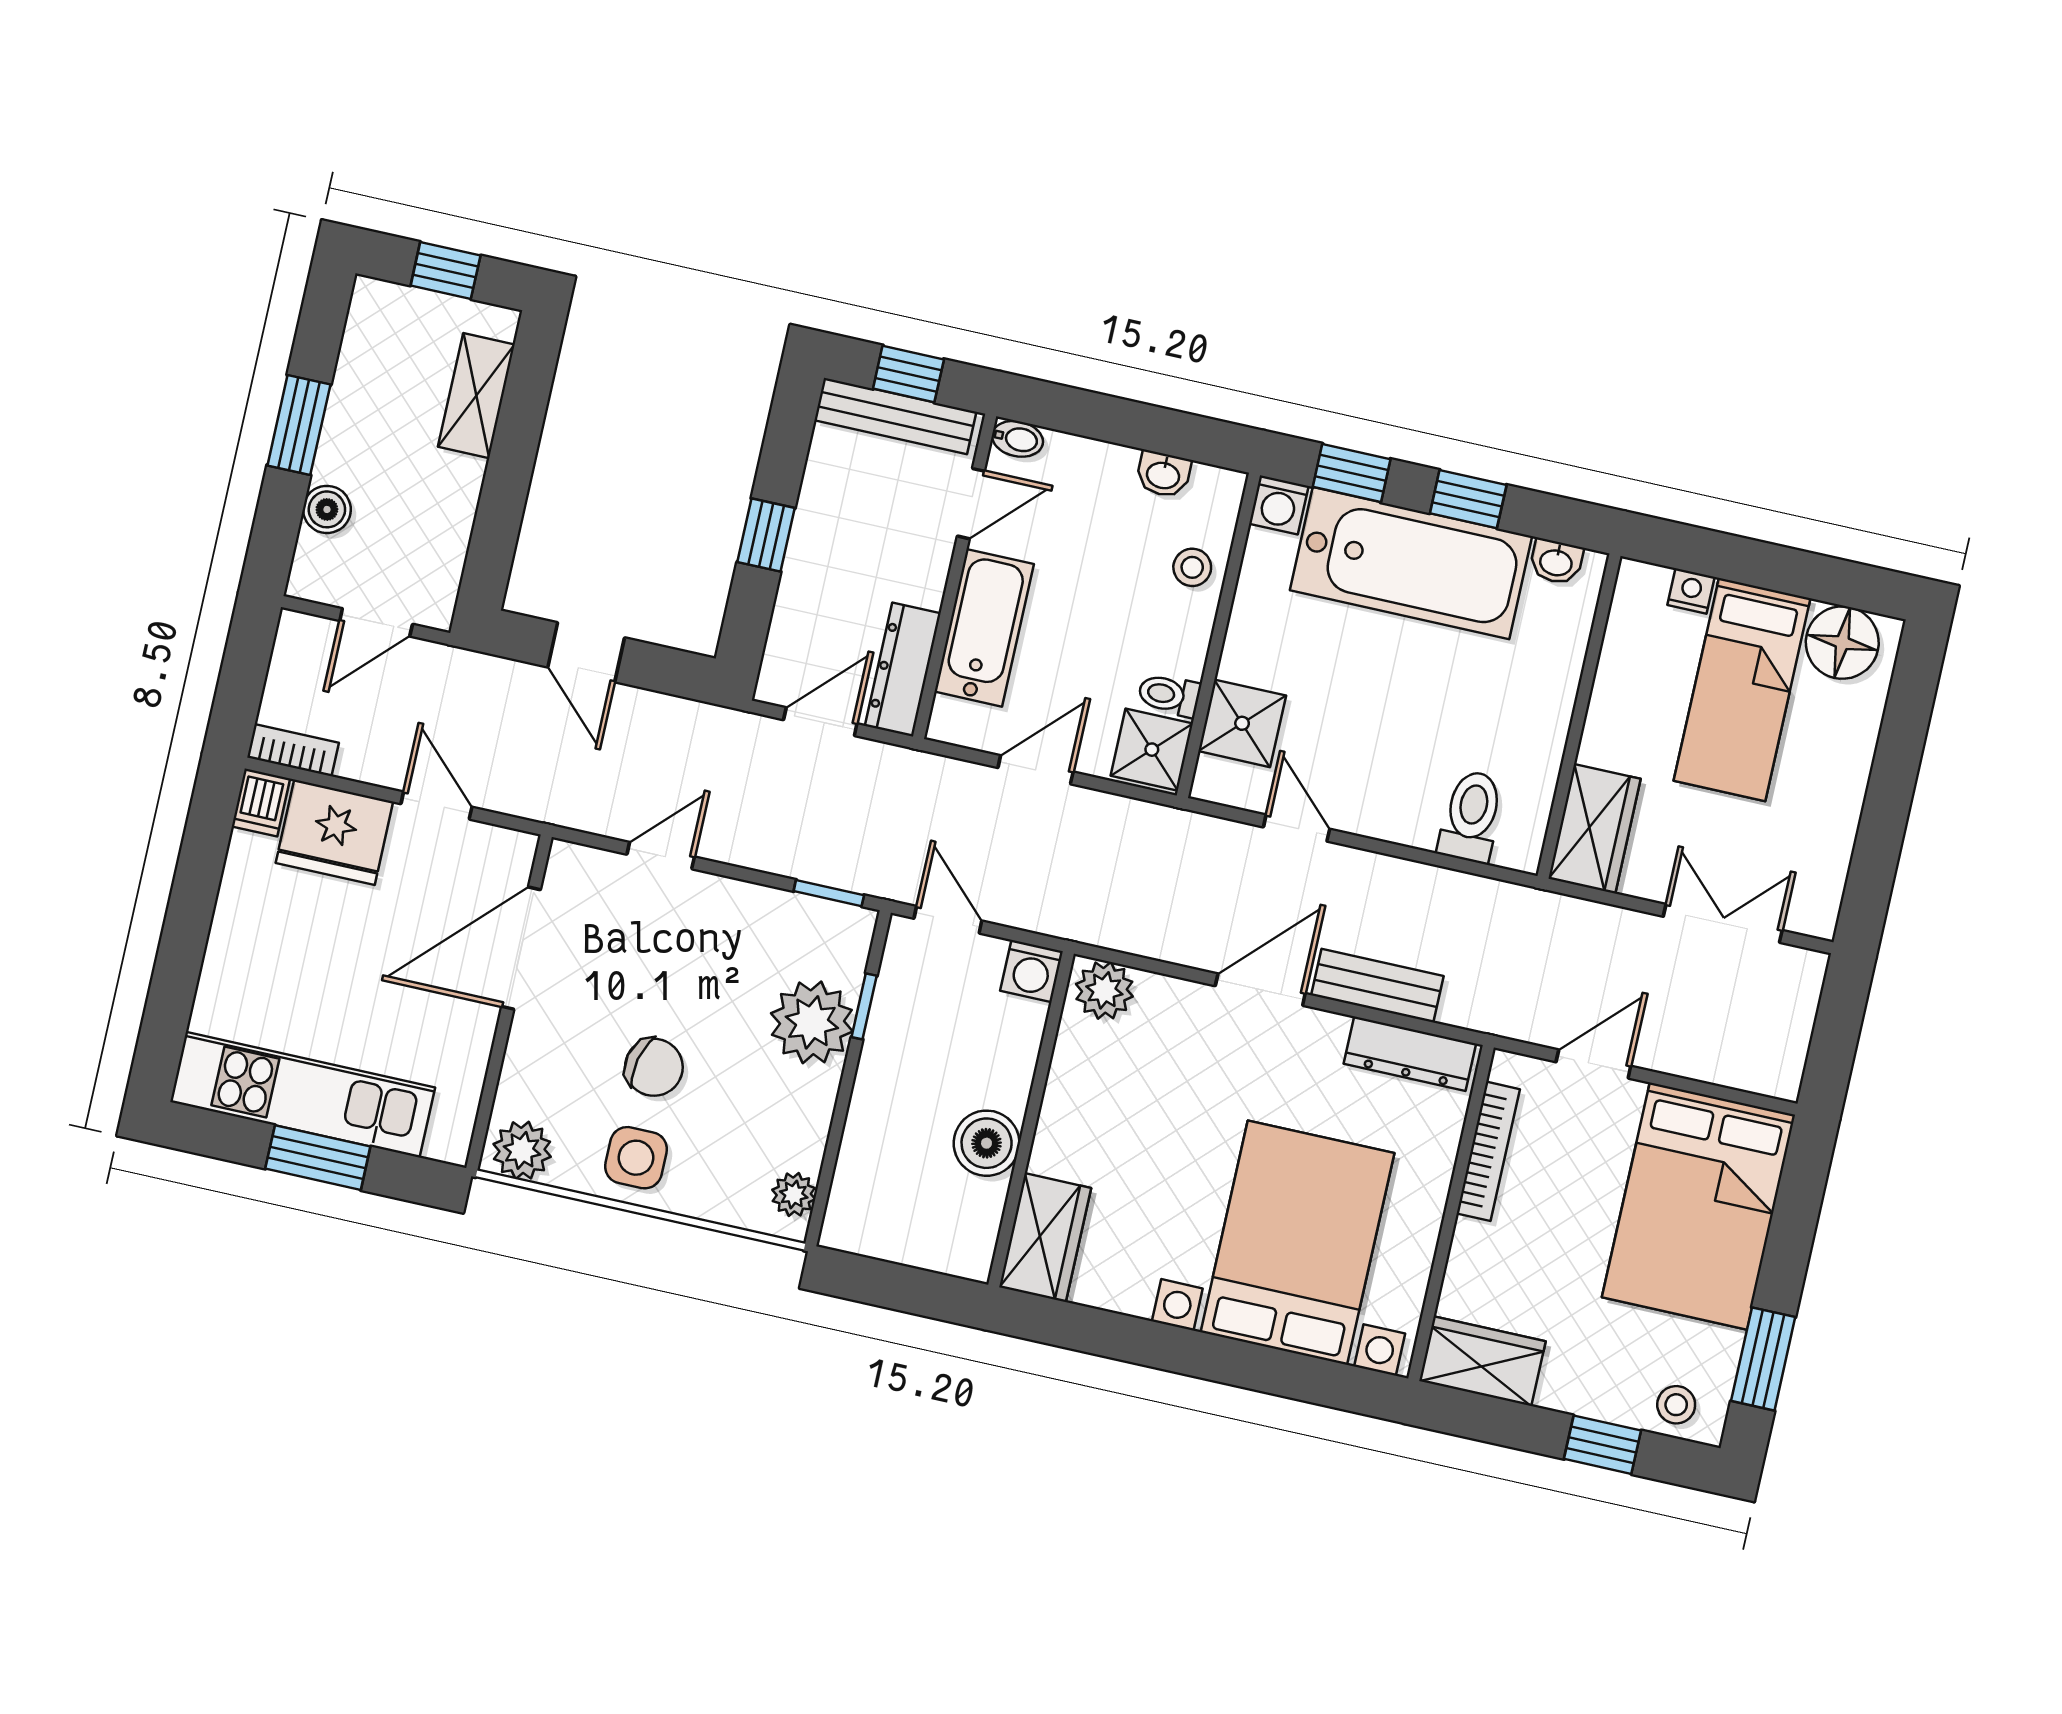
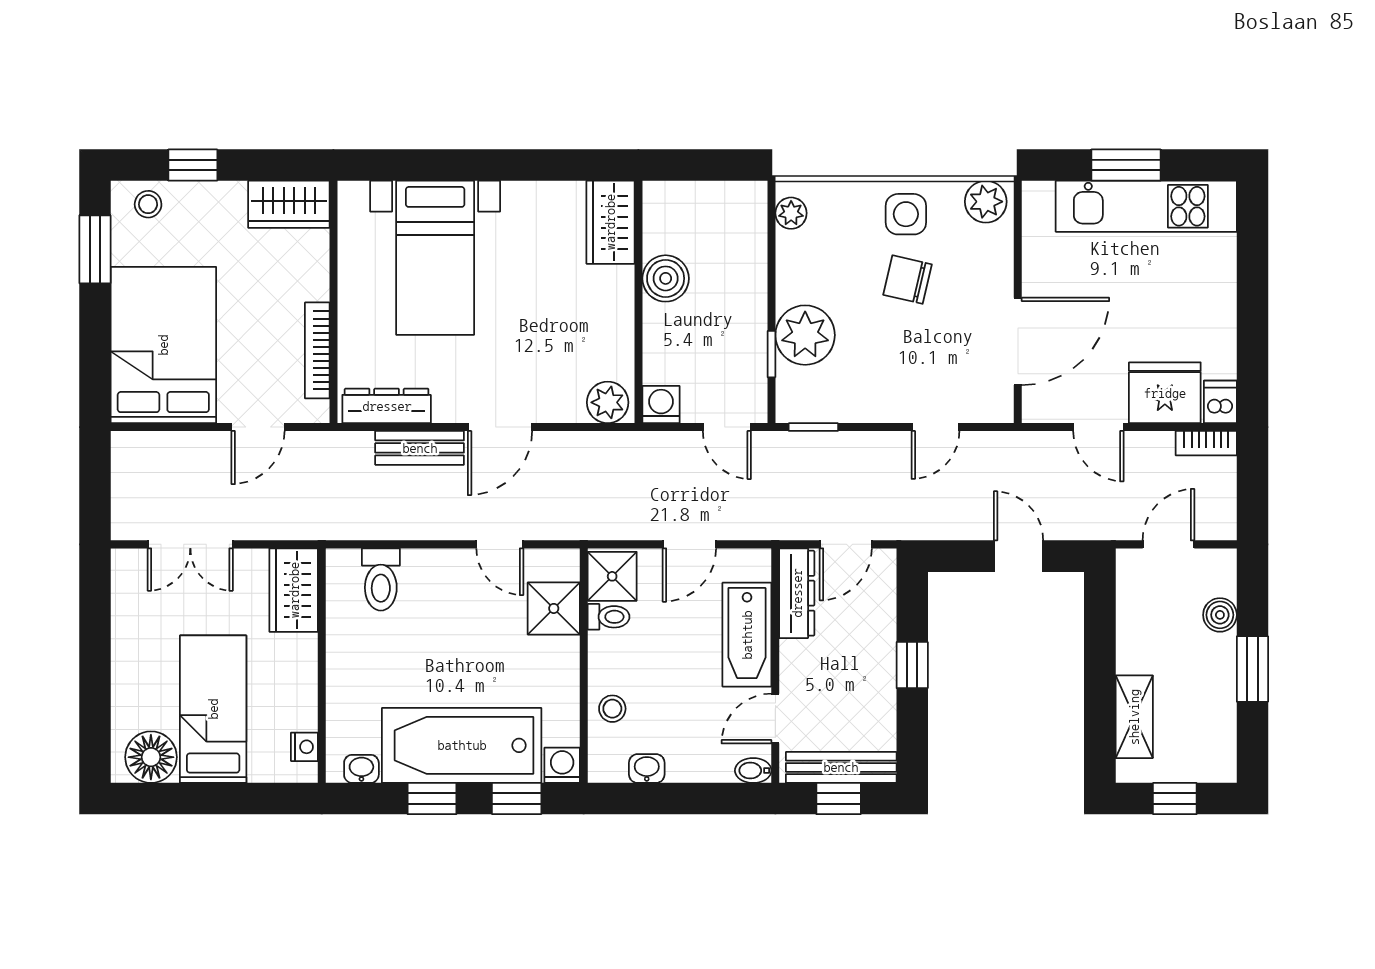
nightstand: (1691, 591) -> (304, 747), moved, turned -90
bed with nightstands: (1297, 1243) -> (435, 258), width x0.73

